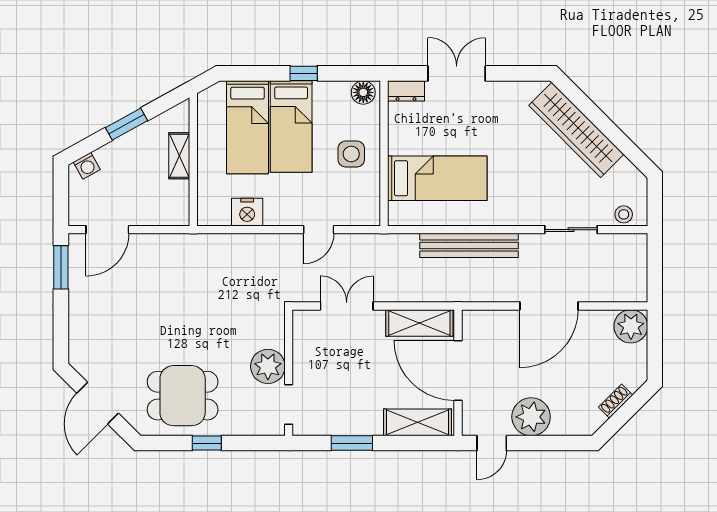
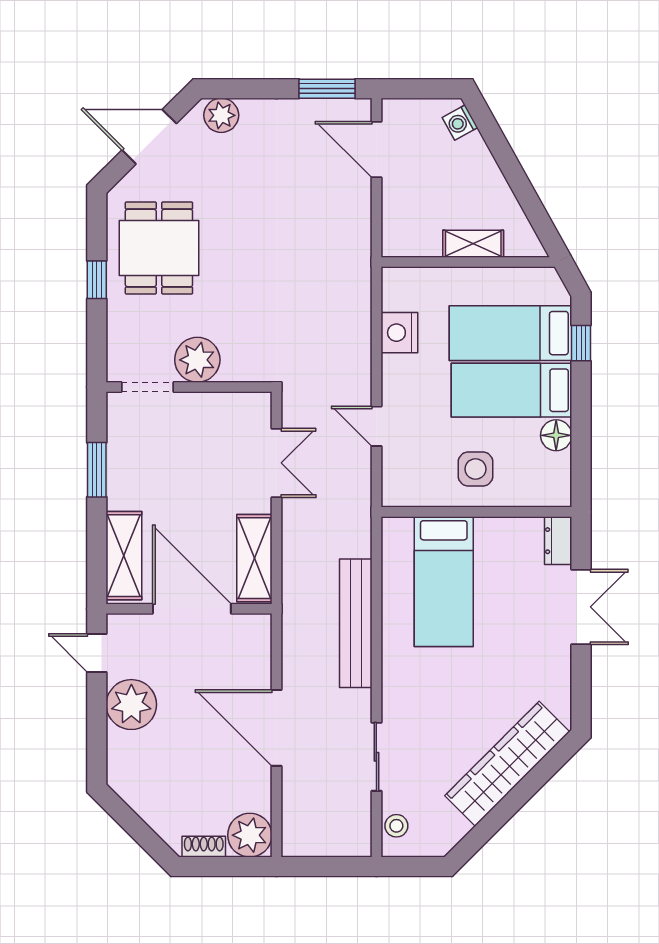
window: (304, 73) -> (581, 343), moved
floor lamp: (363, 92) -> (556, 435), moved
window: (126, 124) -> (515, 175), removed
plant: (81, 348) -> (221, 115), added
door: (458, 371) -> (192, 609), hinge flipped
shoe rack: (616, 401) -> (204, 847), moved, turned -45

